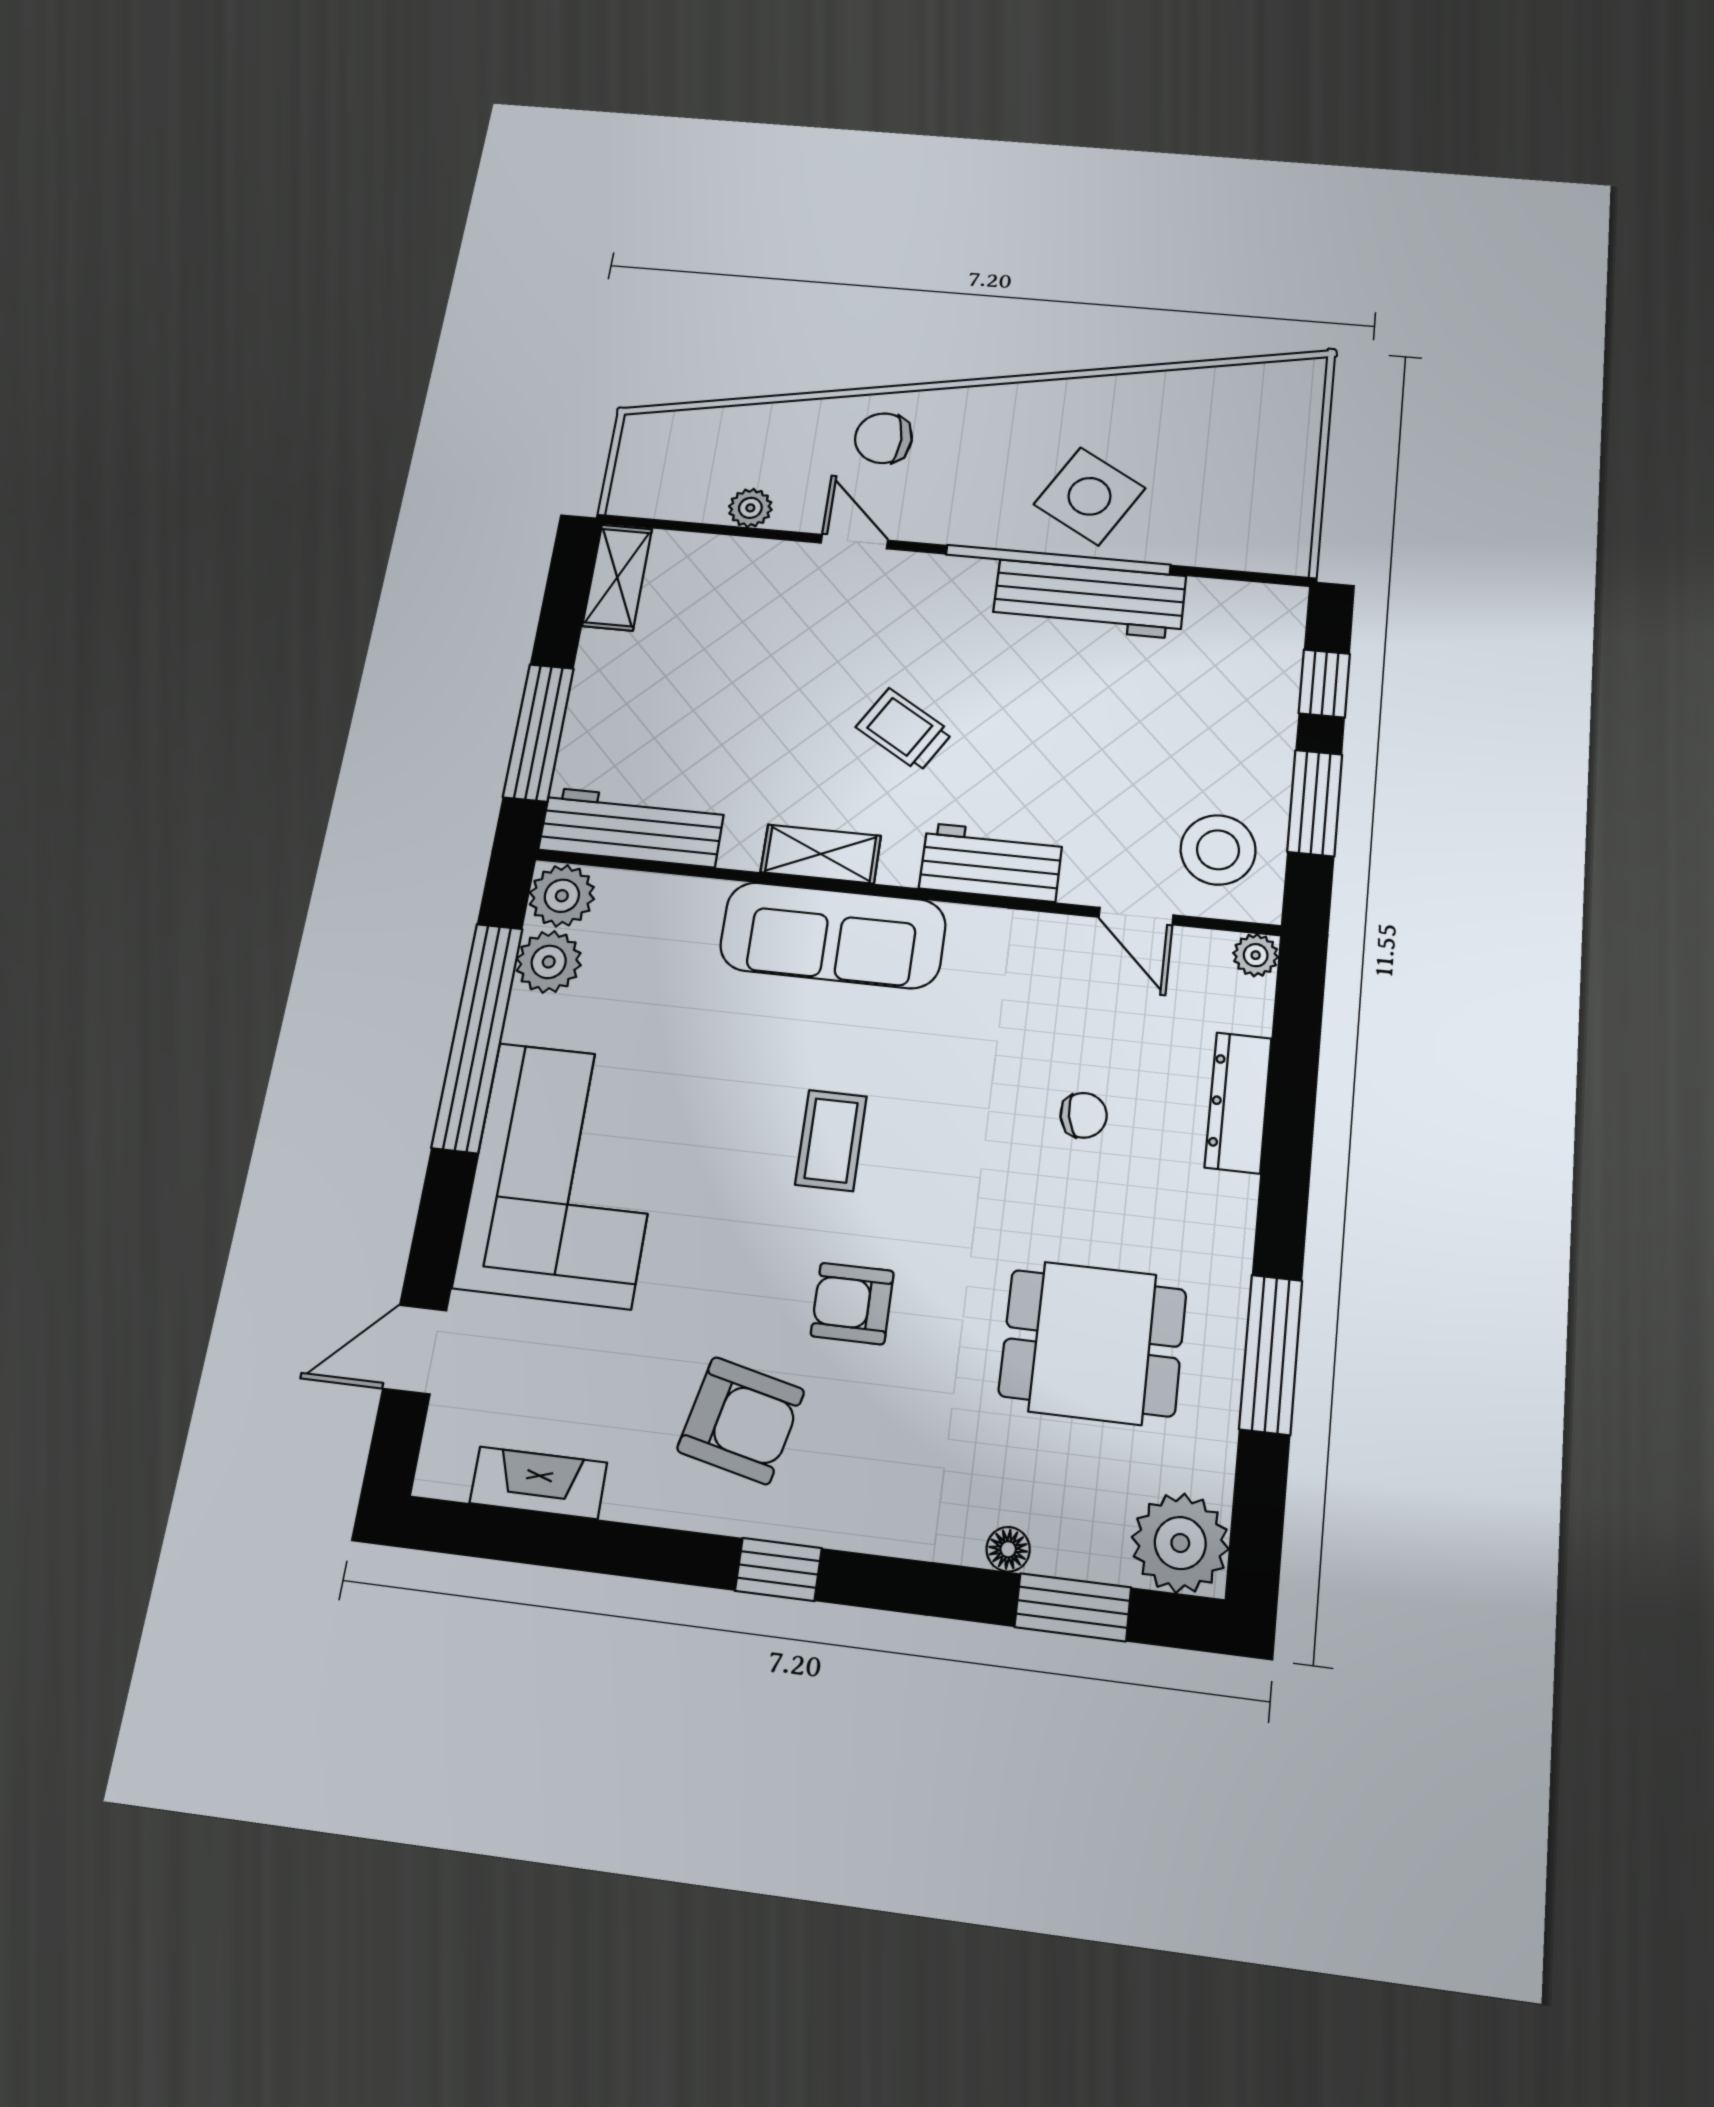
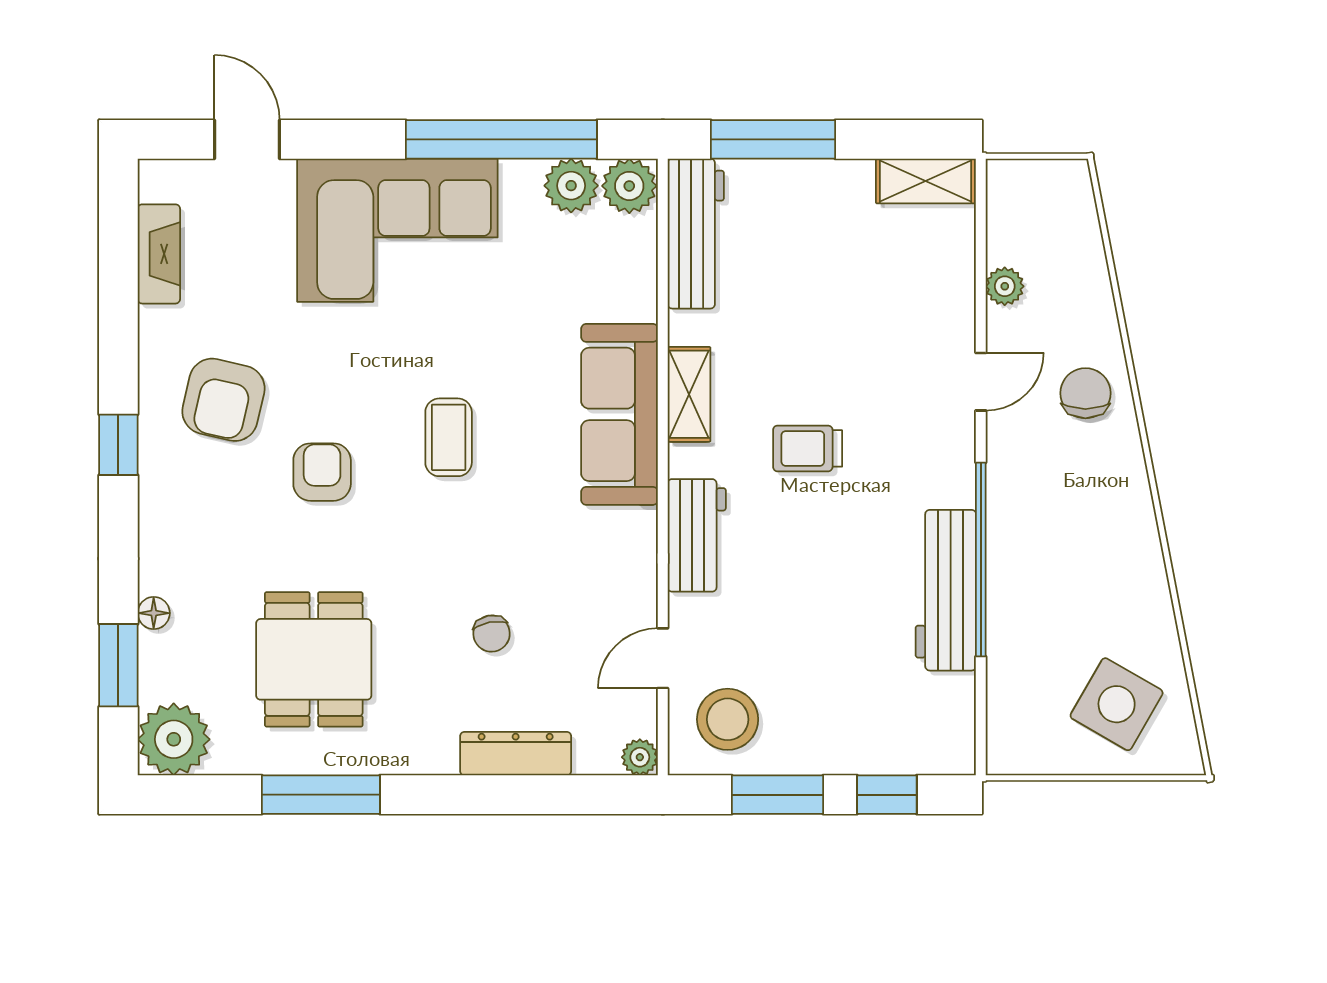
side table: (1090, 496) -> (1117, 704), moved
trolley: (904, 730) -> (808, 448), turned -121
coffee table: (831, 1140) -> (449, 437), turned 90

